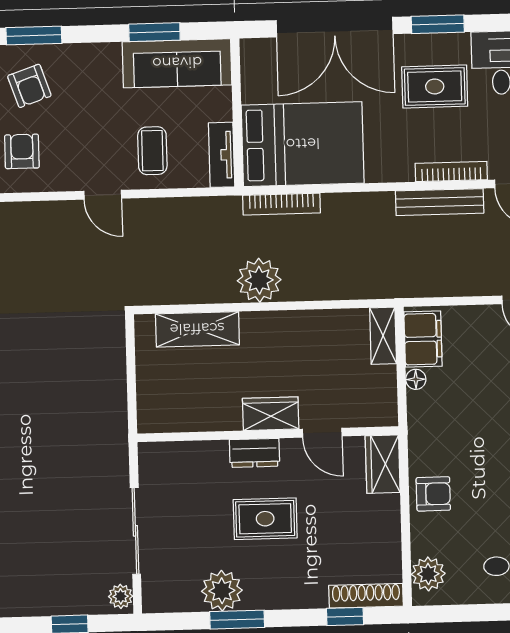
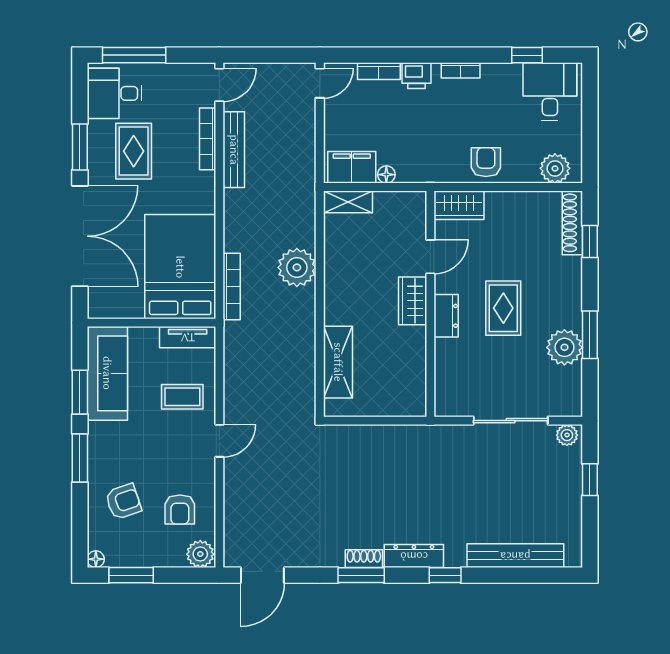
window: (34, 36) -> (80, 458), moved
armchair: (22, 151) -> (180, 510), turned -90
plant: (259, 280) -> (297, 267), moved

